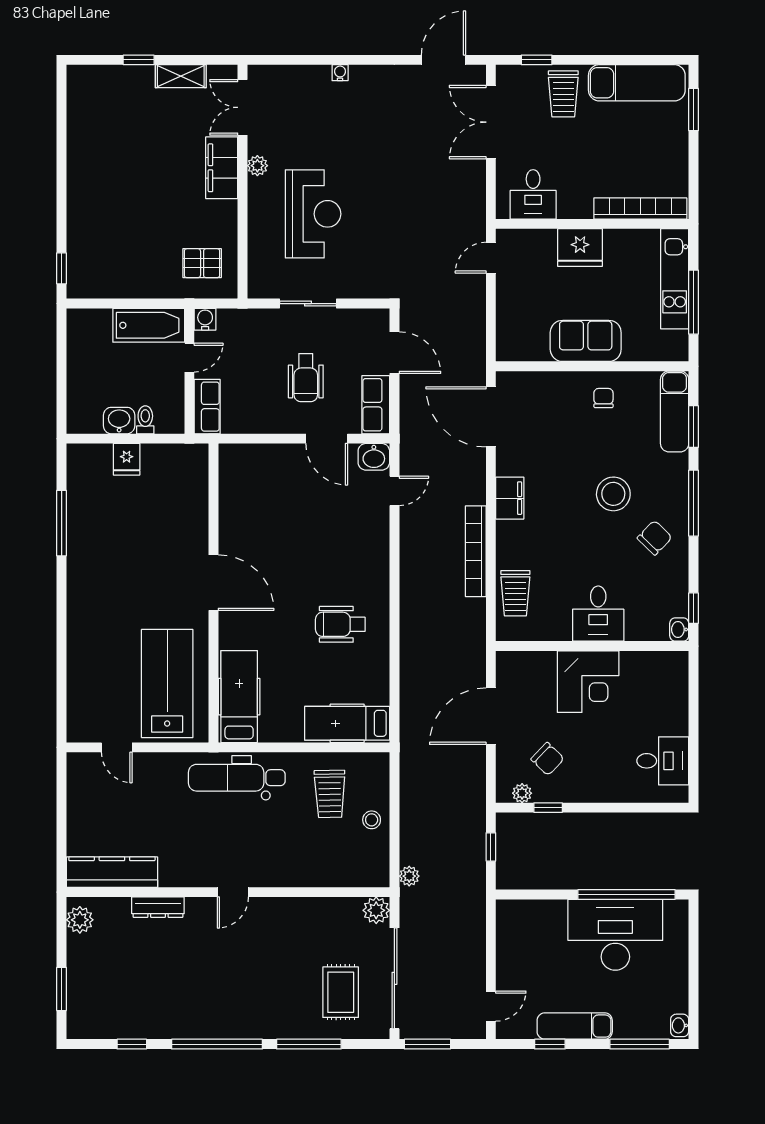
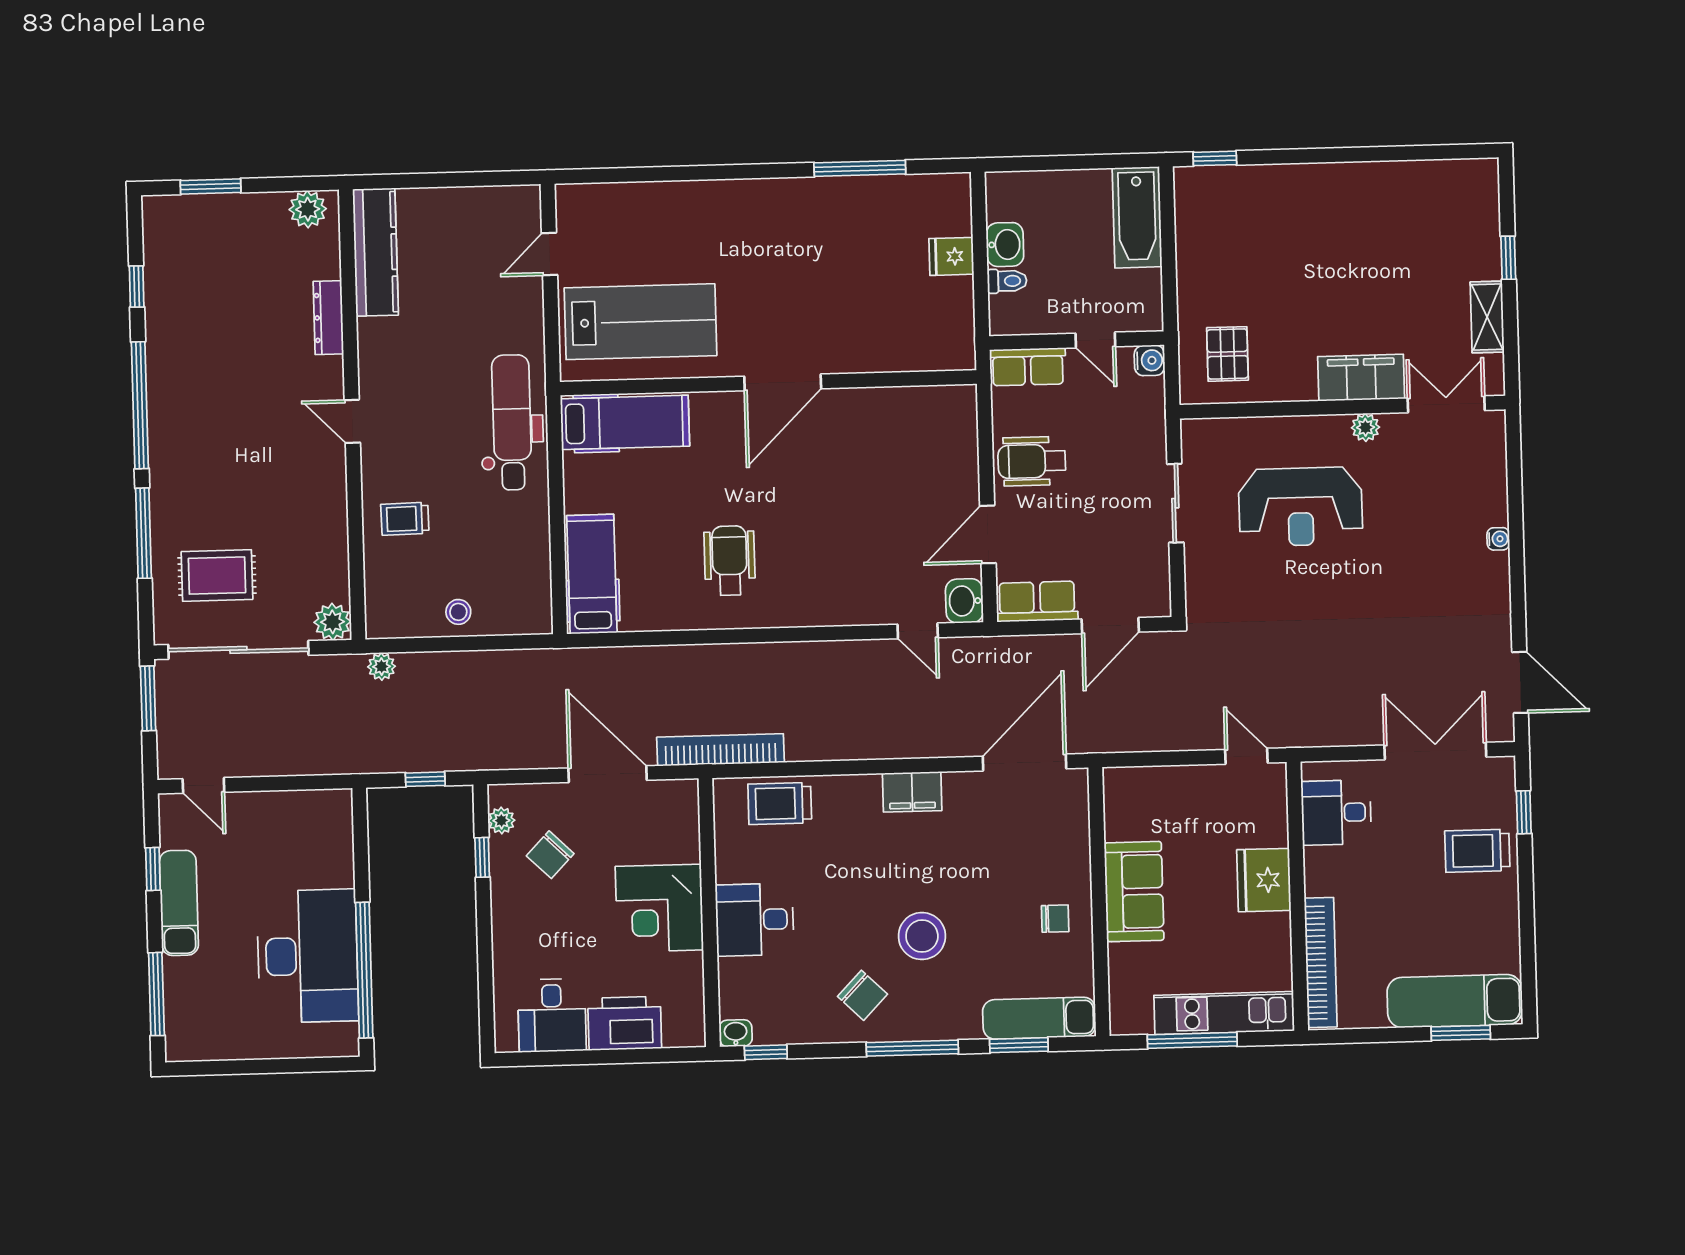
exam couch: (637, 83) -> (1455, 1001), moved, turned 90
bathtub: (149, 325) -> (1137, 217), moved
wheelchair: (306, 378) -> (1032, 461), moved
bookcase: (476, 551) -> (720, 750), moved
printer: (670, 709) -> (625, 1023), added
trolley: (330, 794) -> (405, 519), moved, width x0.73, depth x0.72
washbasin: (680, 1025) -> (184, 1049), removed

